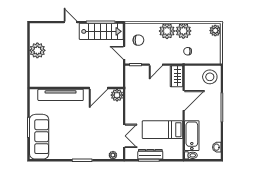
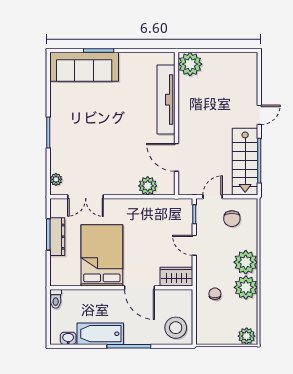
plant: (37, 50) -> (190, 64), moved
wall: (76, 88) -> (176, 124), moved
door: (98, 88) -> (176, 157), moved
tv unit: (61, 95) -> (166, 100), moved
bed: (162, 130) -> (102, 255), width x1.50
bathtub: (192, 136) -> (100, 334), moved, turned 180

